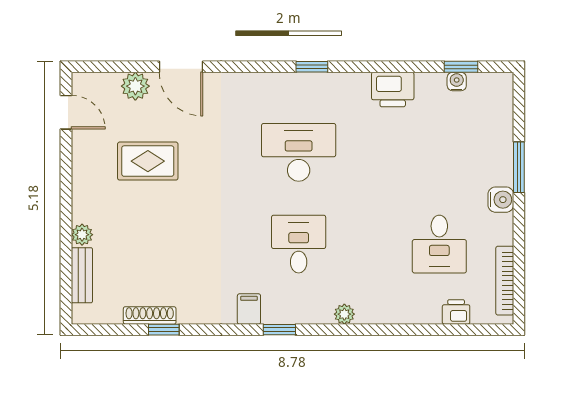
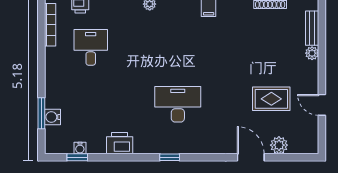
door: (66, 112) -> (322, 105), moved
desk: (299, 152) -> (178, 104), turned 180
window: (519, 167) -> (41, 113), moved
water cooler: (501, 200) -> (53, 117), moved
desk: (299, 244) -> (178, 47), removed

